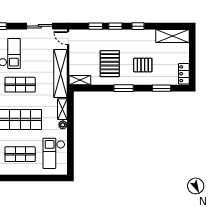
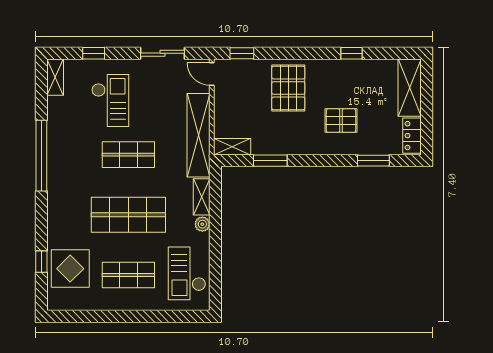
window: (96, 26) -> (242, 53), moved
window: (115, 26) -> (294, 53), removed
window: (138, 26) -> (352, 53), moved
shelving: (172, 36) -> (410, 88), moved, turned 90
pallet: (110, 64) -> (288, 88), moved
window: (124, 88) -> (270, 161), moved

